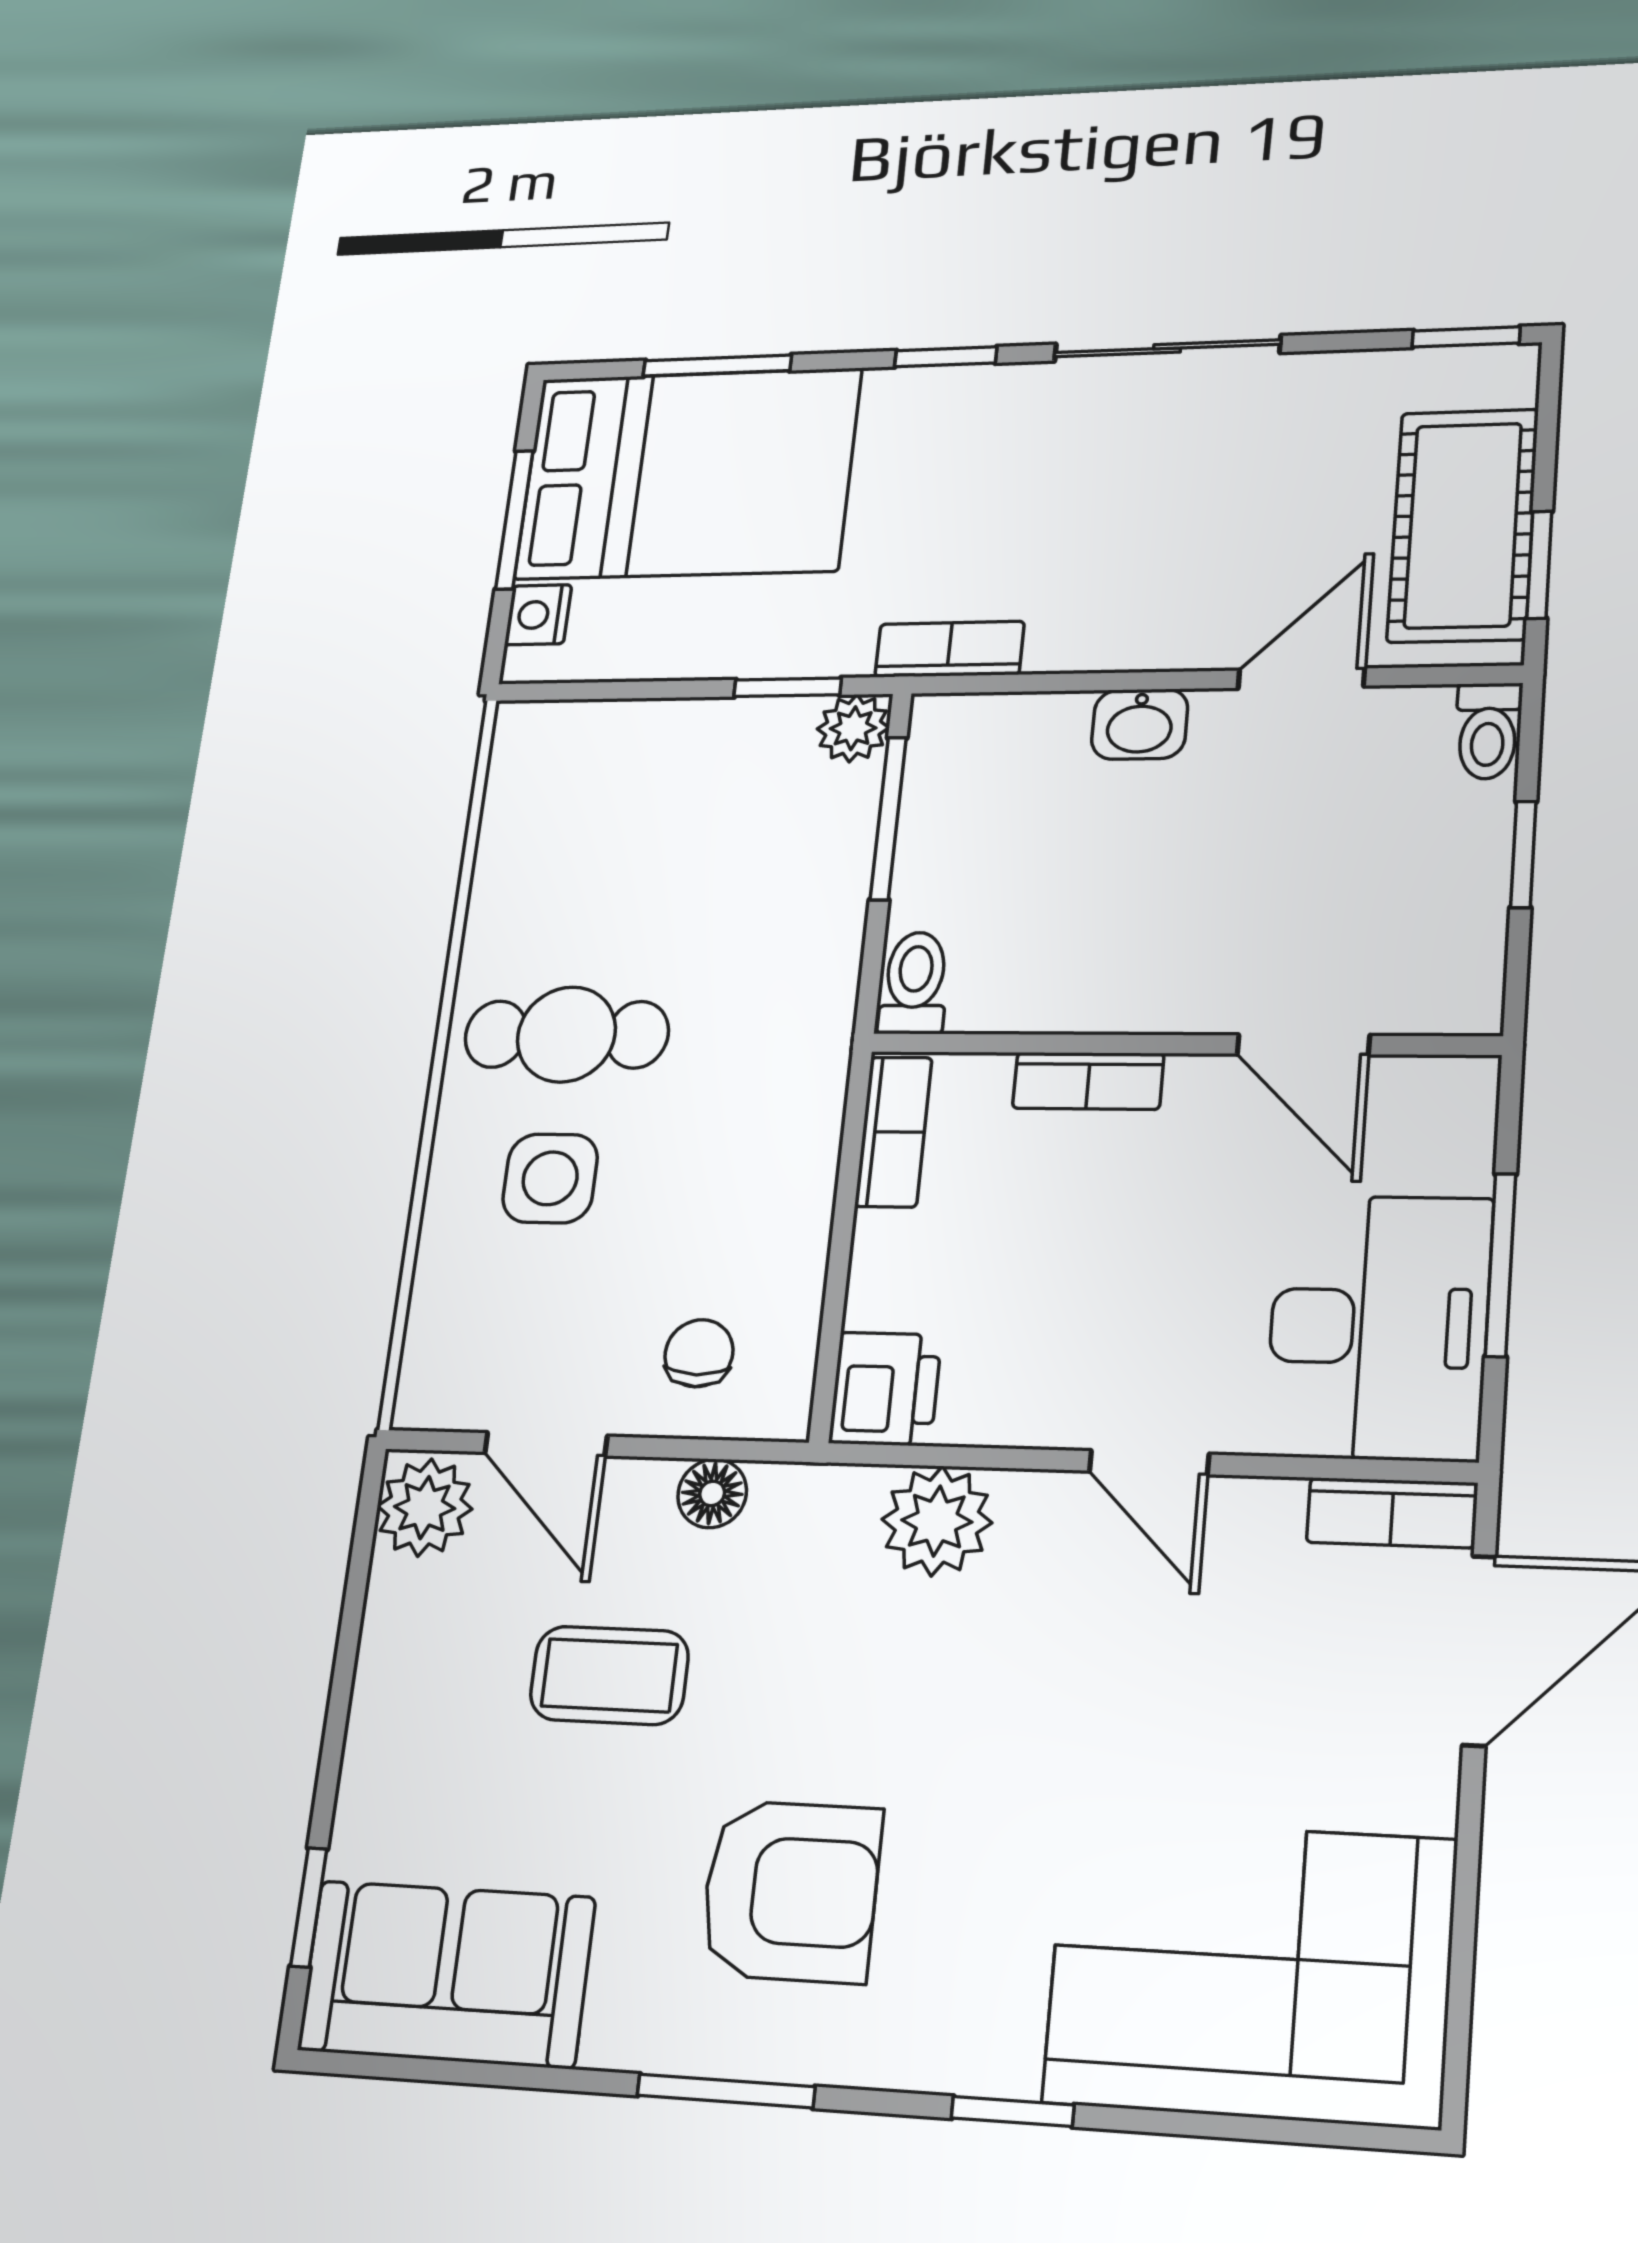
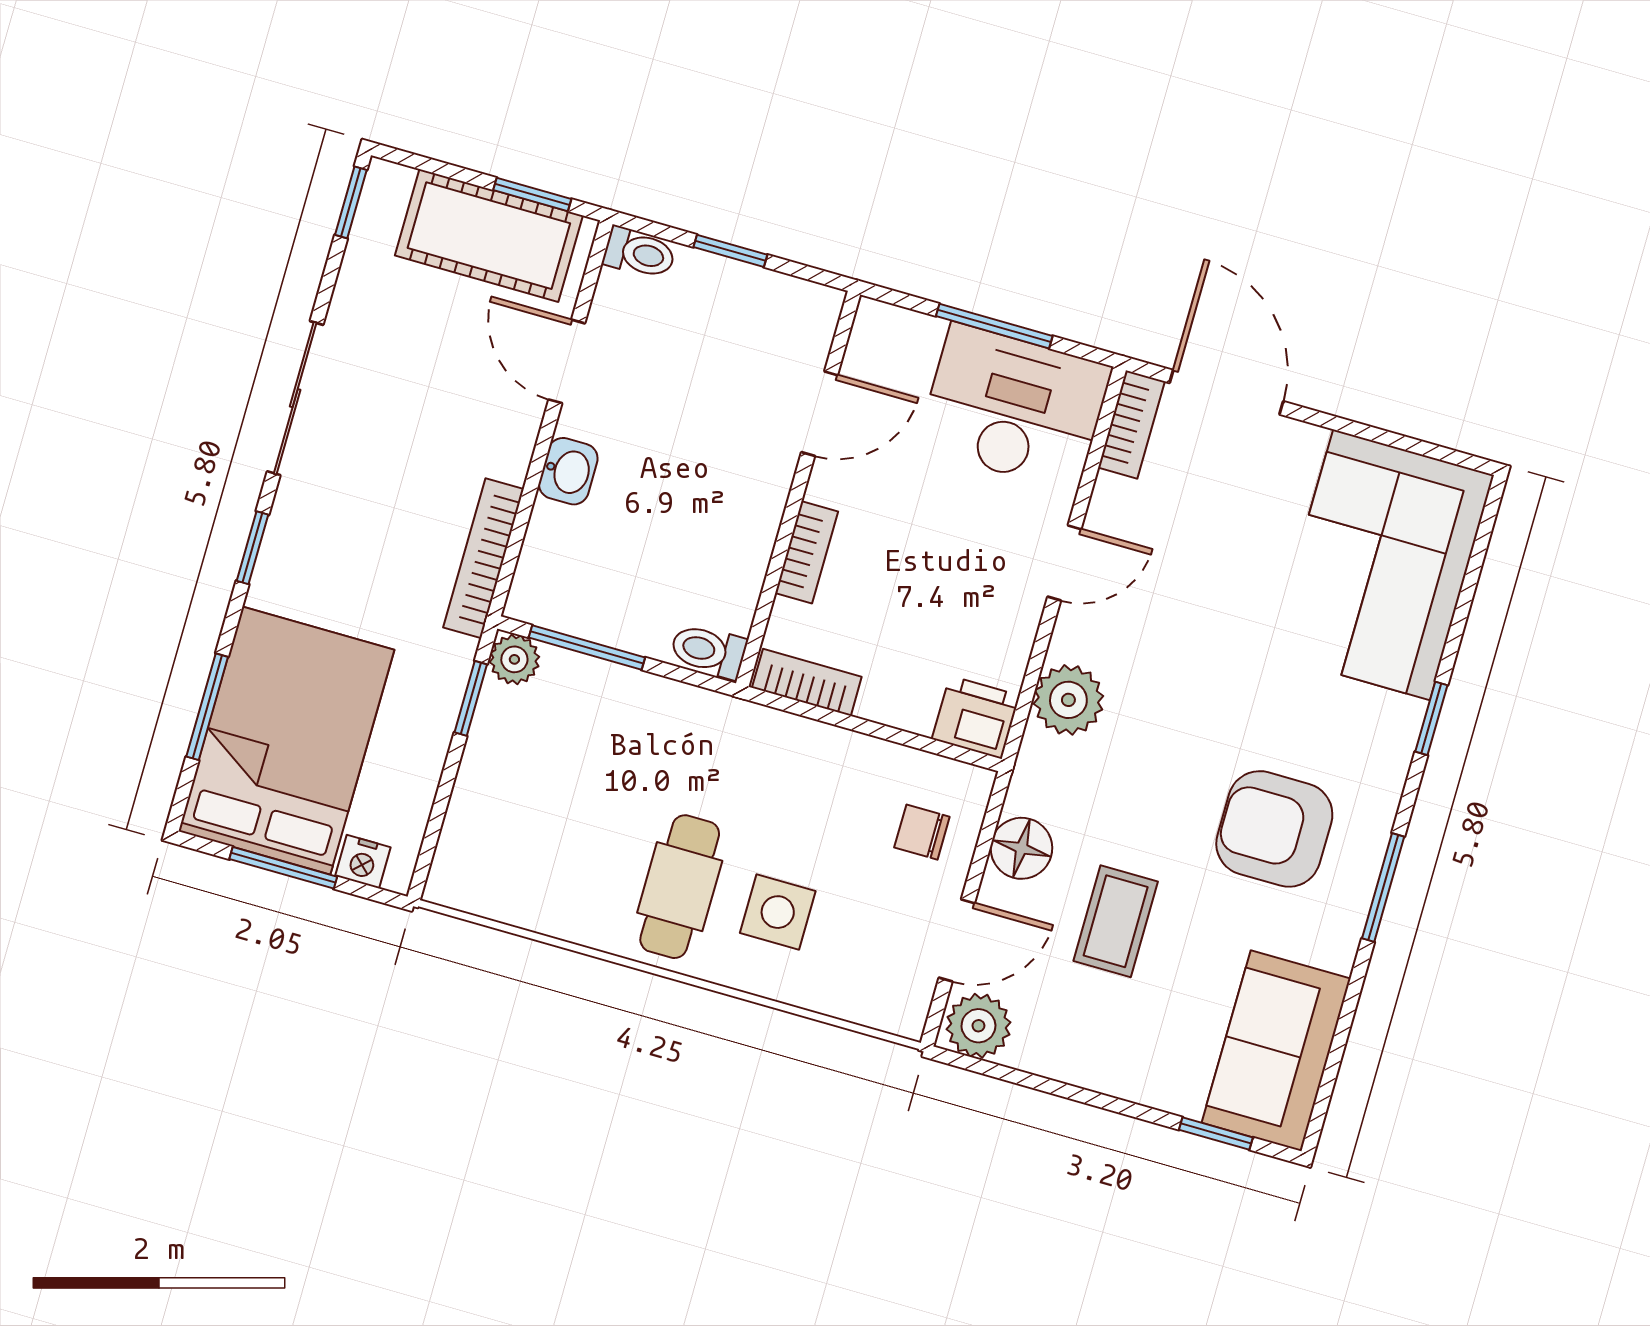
bookcase: (949, 649) -> (483, 558), width x1.56
floor lamp: (712, 1493) -> (1021, 848), width x1.37, depth x1.37
armchair: (791, 1891) -> (1274, 829), turned -90

